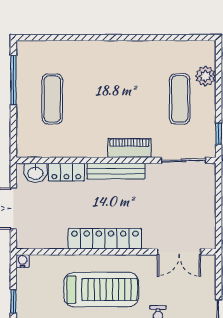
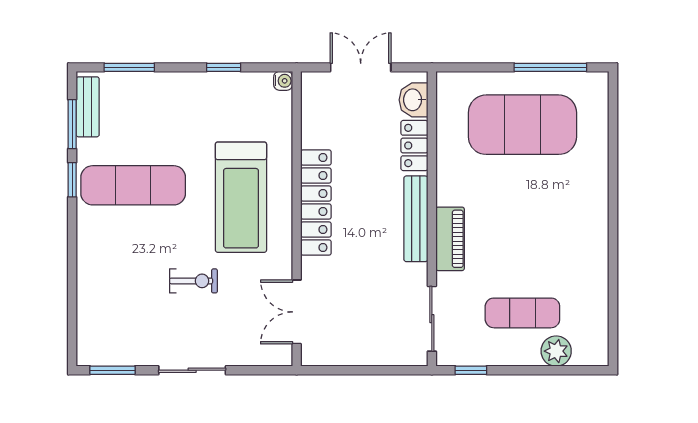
exercise mat: (52, 99) -> (522, 125), width x2.00, depth x1.45

